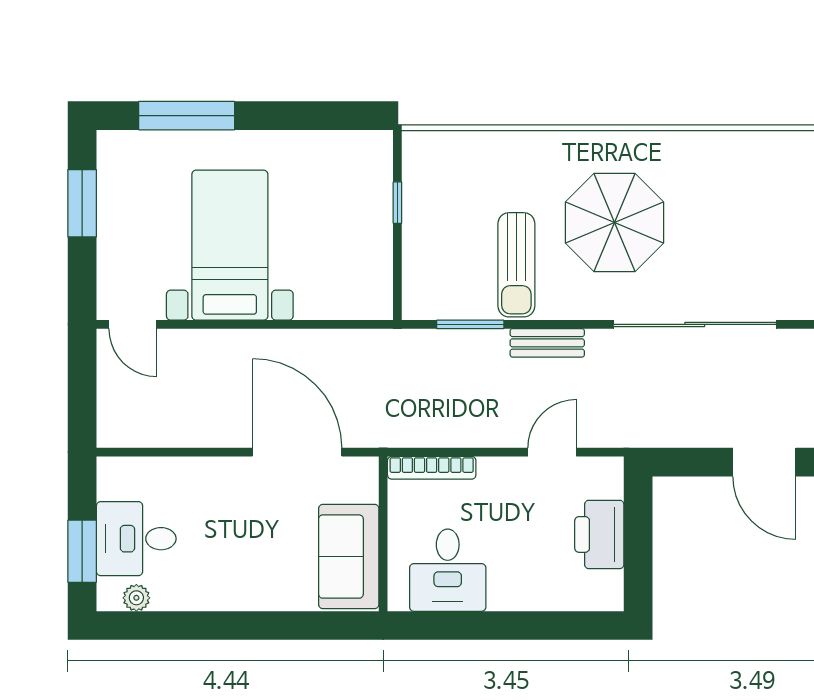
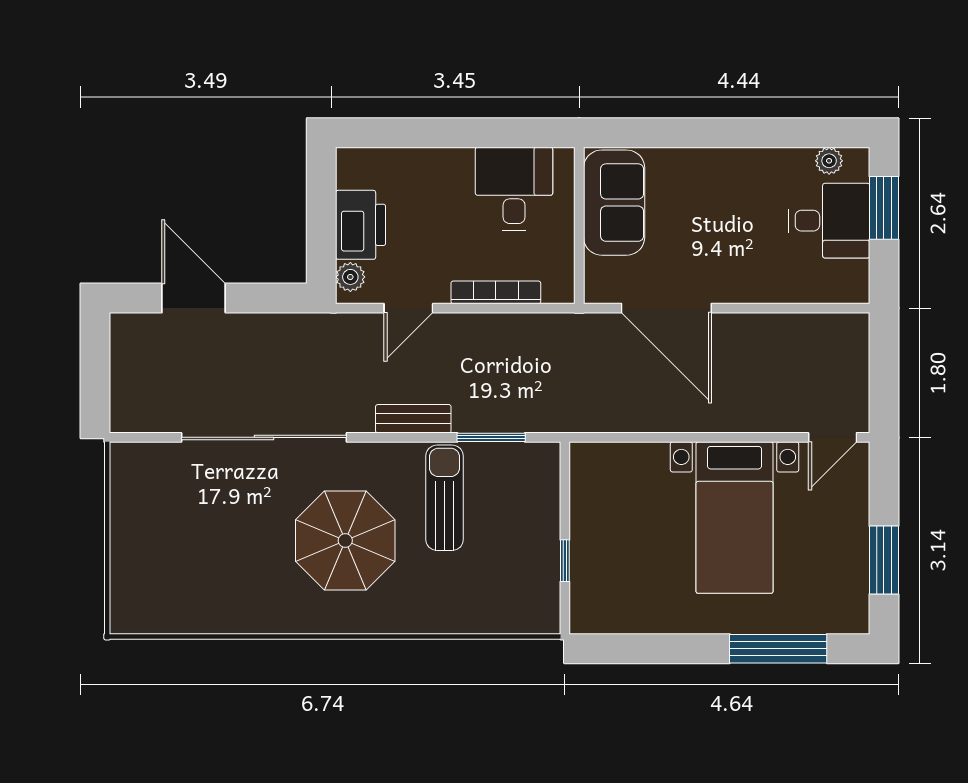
door: (133, 324) -> (833, 437), swing flipped
bookcase: (432, 468) -> (496, 292), moved
plant: (609, 483) -> (350, 277), added

